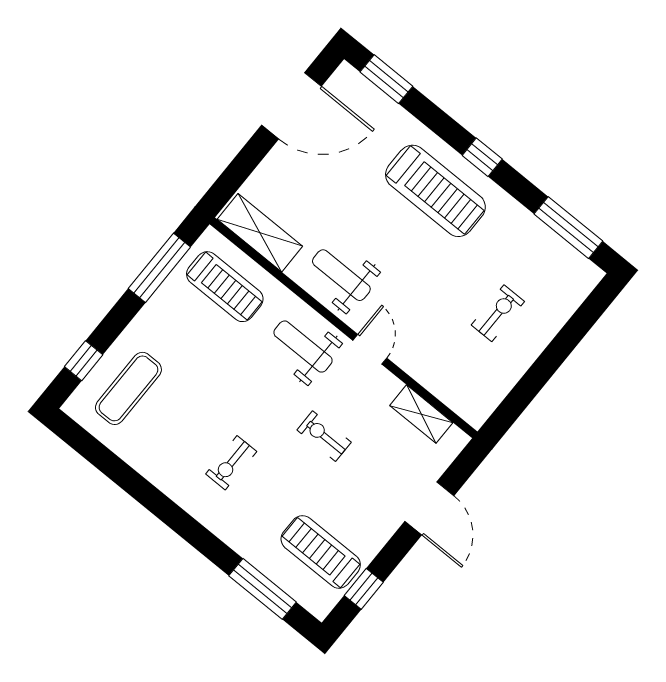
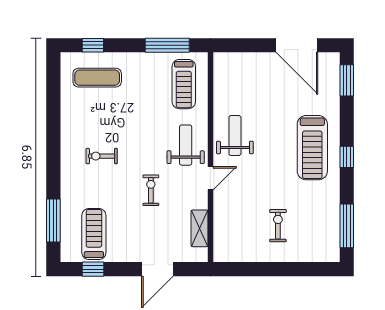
shelving: (260, 233) -> (223, 80), removed
exercise bike: (498, 313) -> (278, 226), turned -90

